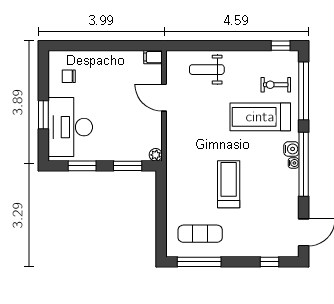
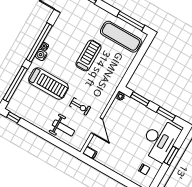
exercise bike: (276, 85) -> (80, 106), moved
treadmill: (229, 184) -> (88, 56), turned 180
exercise mat: (200, 234) -> (121, 37), width x1.36, depth x1.45

